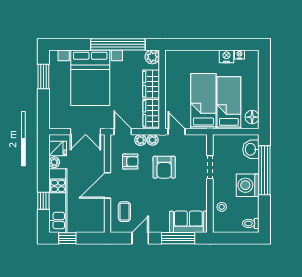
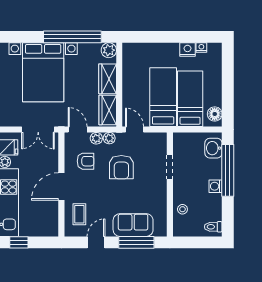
washing machine: (248, 185) -> (216, 186), width x0.53, depth x0.53
sofa: (188, 222) -> (133, 225), moved

